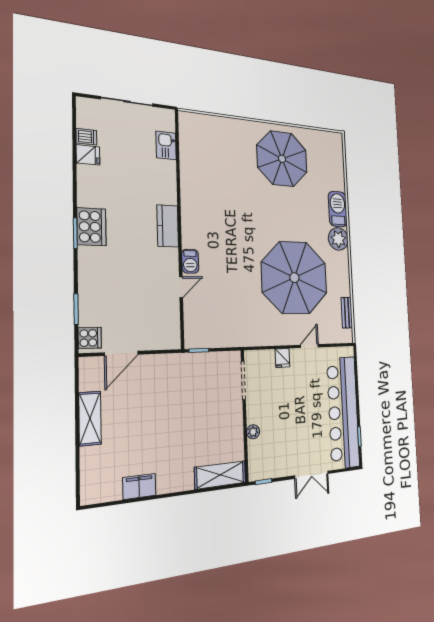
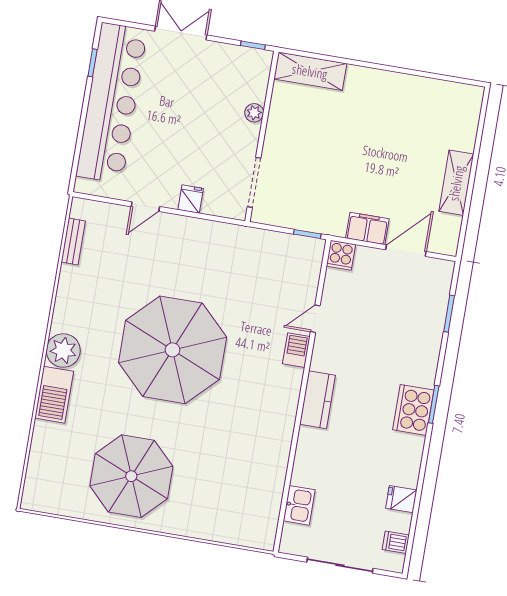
dishwasher: (86, 137) -> (396, 542), moved
parasol: (294, 278) -> (173, 350), moved
cooker: (90, 338) -> (341, 255), moved, turned -90
filing cabinet: (139, 486) -> (367, 228), moved, turned 180

